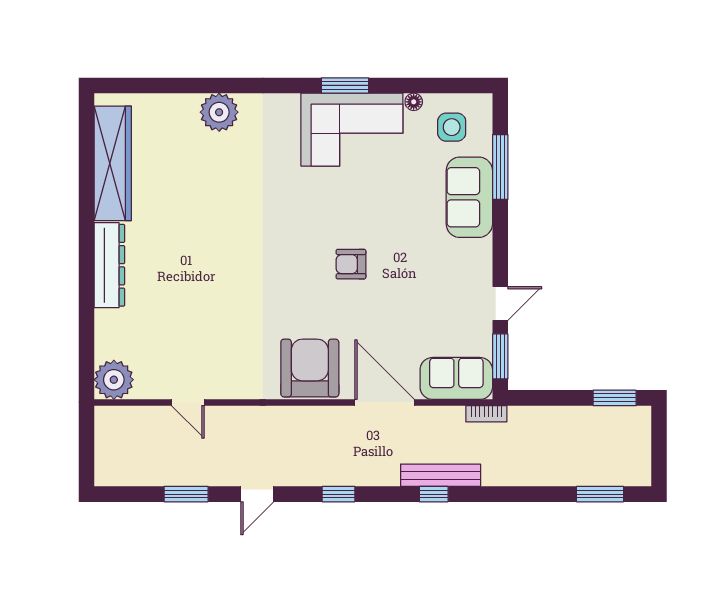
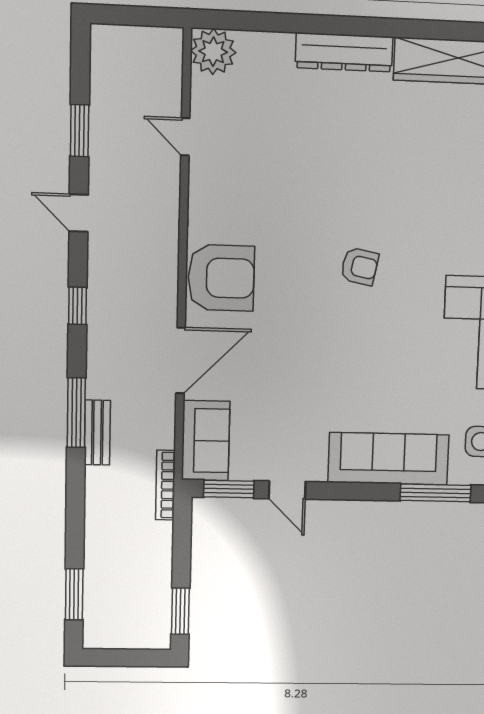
sofa: (469, 197) -> (388, 459), width x1.36
armchair: (351, 264) -> (359, 266), moved, turned 101
door: (188, 402) -> (185, 137), hinge flipped
bookcase: (486, 414) -> (165, 485), width x1.56
bench: (441, 475) -> (97, 433), width x0.73
window: (434, 494) -> (76, 413), width x2.17

